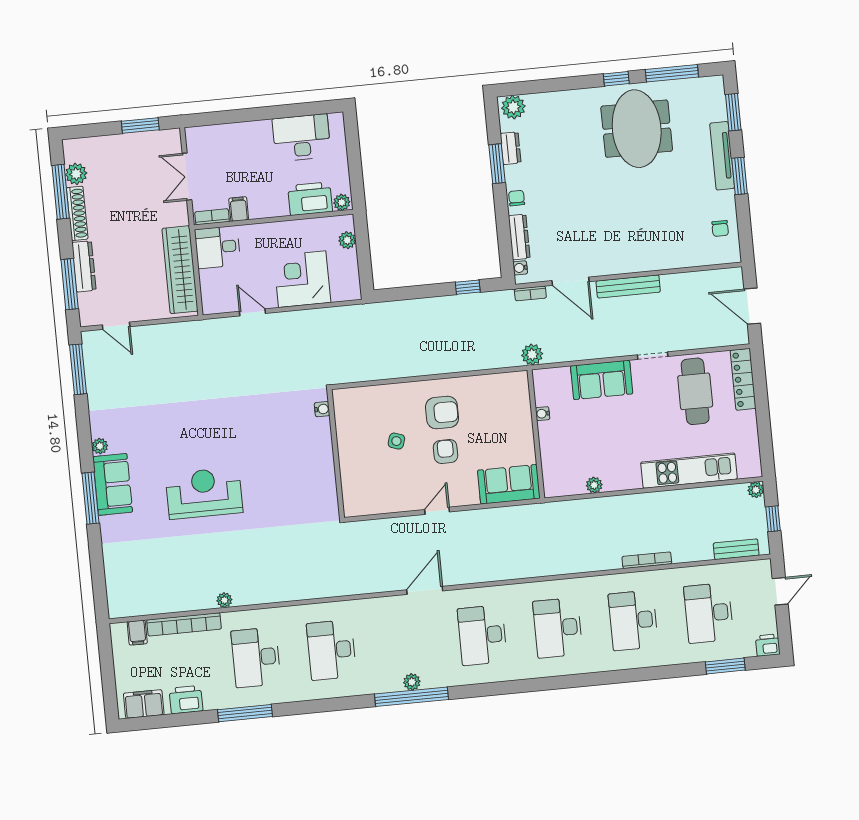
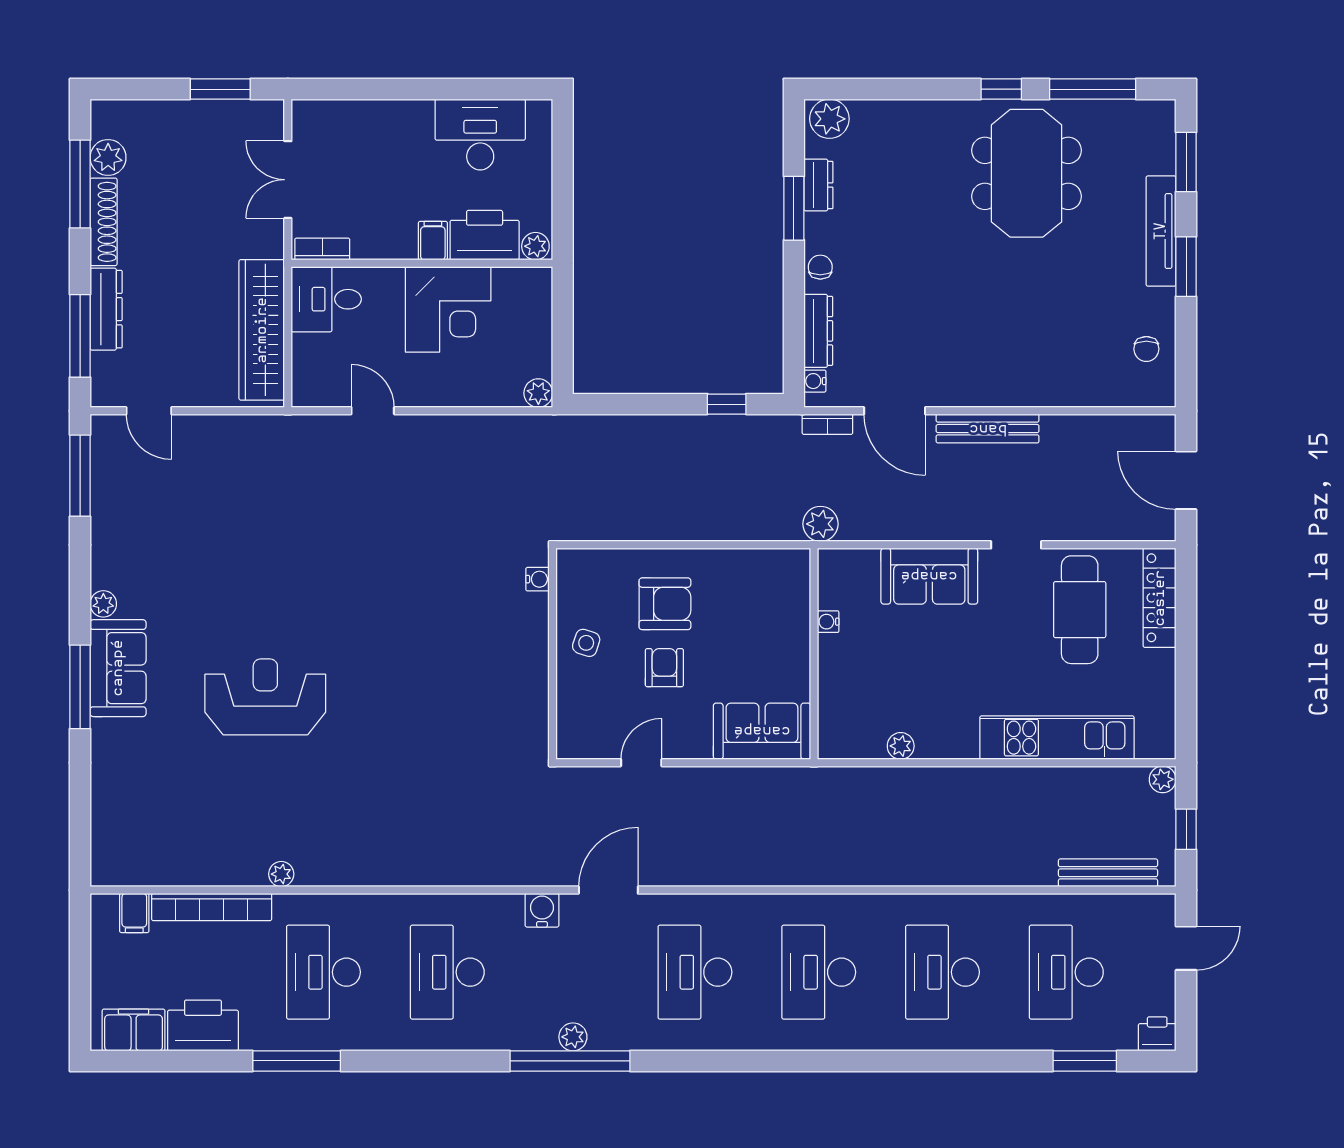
filing cabinet: (239, 209) -> (433, 241), moved
plant: (347, 240) -> (538, 393), moved
corner desk: (302, 279) -> (448, 309), moved, turned 180
water cooler: (322, 409) -> (538, 579), moved
wall: (336, 454) -> (553, 654), moved
bench: (736, 549) -> (1108, 873), width x1.36
bookcase: (647, 560) -> (974, 876), removed
water cooler: (385, 607) -> (542, 910), added
printer: (186, 700) -> (203, 1025), width x1.37, depth x1.19

